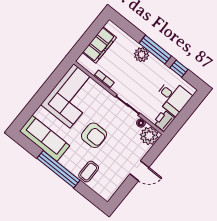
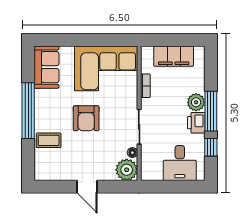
printer: (164, 121) -> (196, 123), moved, turned -90
sofa: (45, 138) -> (46, 67), width x0.73

